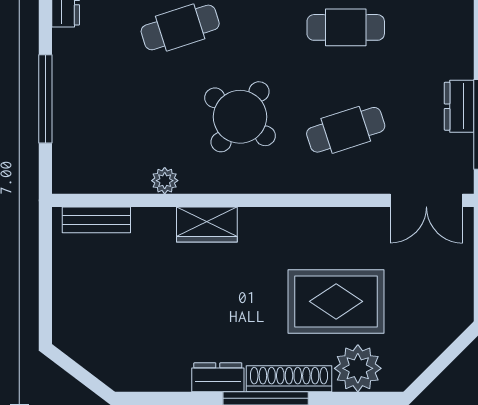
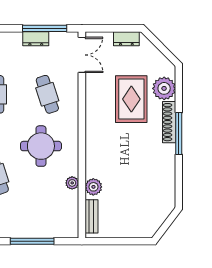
round table: (240, 117) -> (41, 146), turned -37
plant: (157, 224) -> (93, 187), added
wardrobe: (207, 224) -> (94, 162), removed
dresser: (218, 377) -> (126, 39), moved, turned -90

